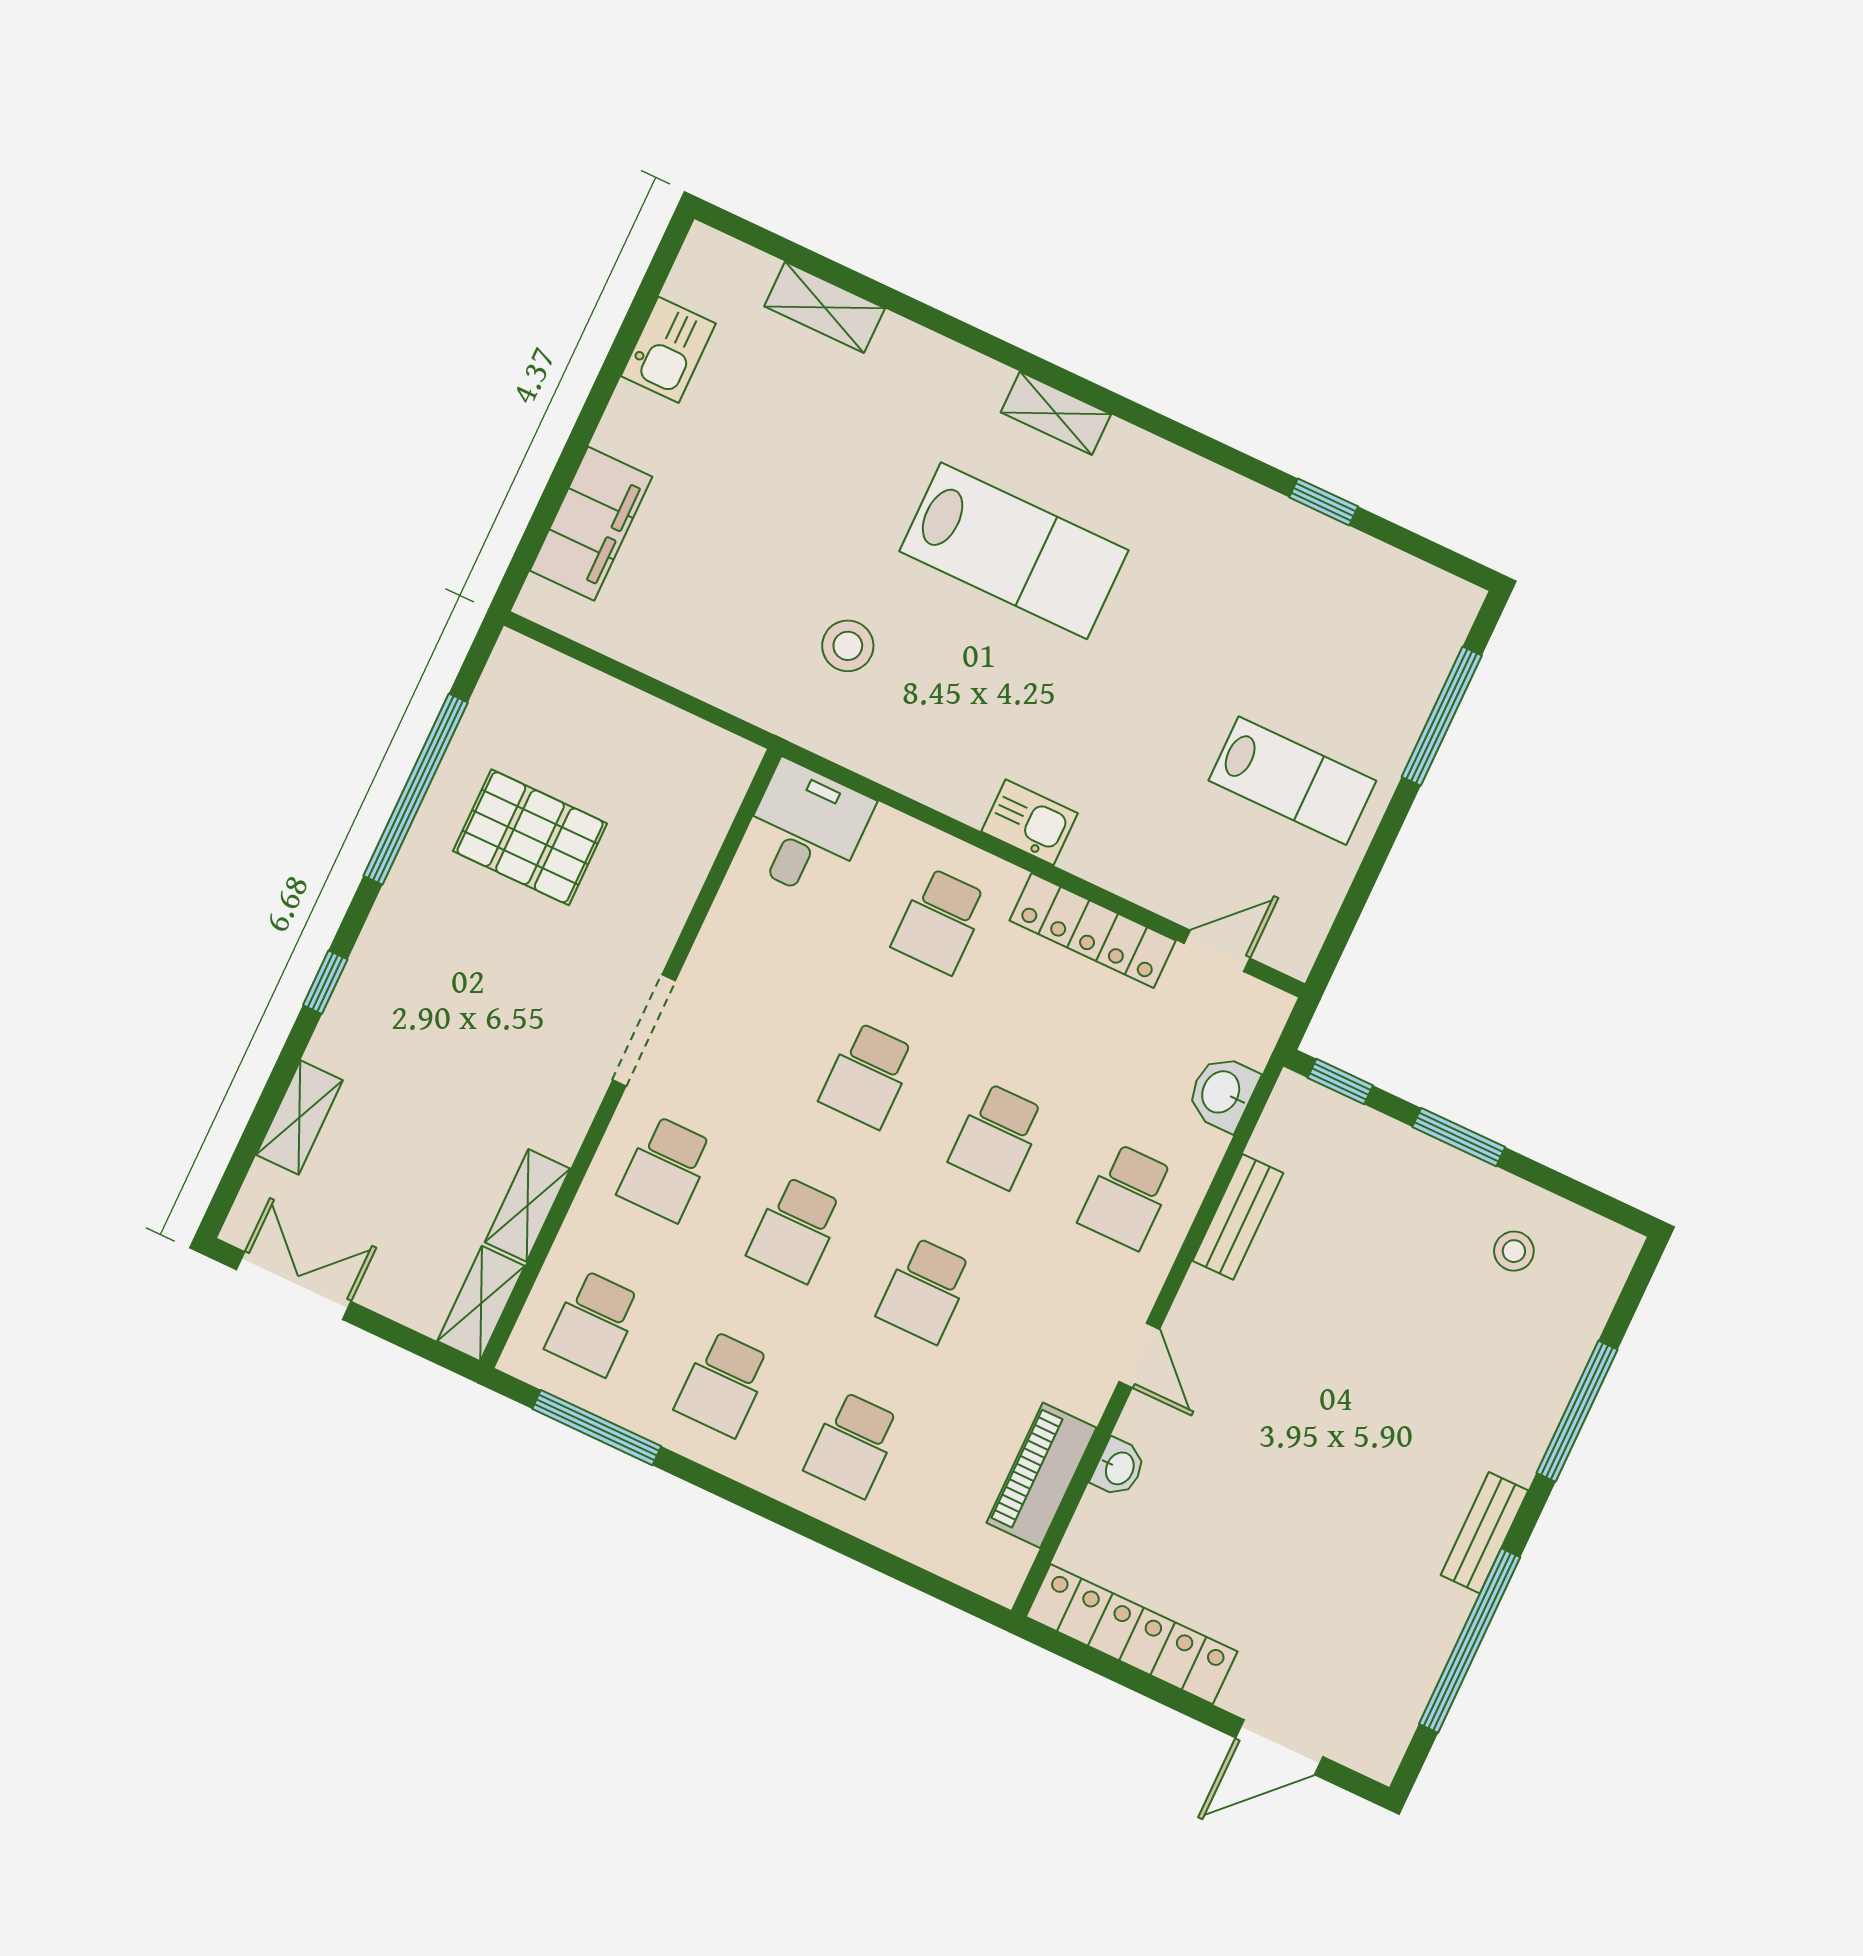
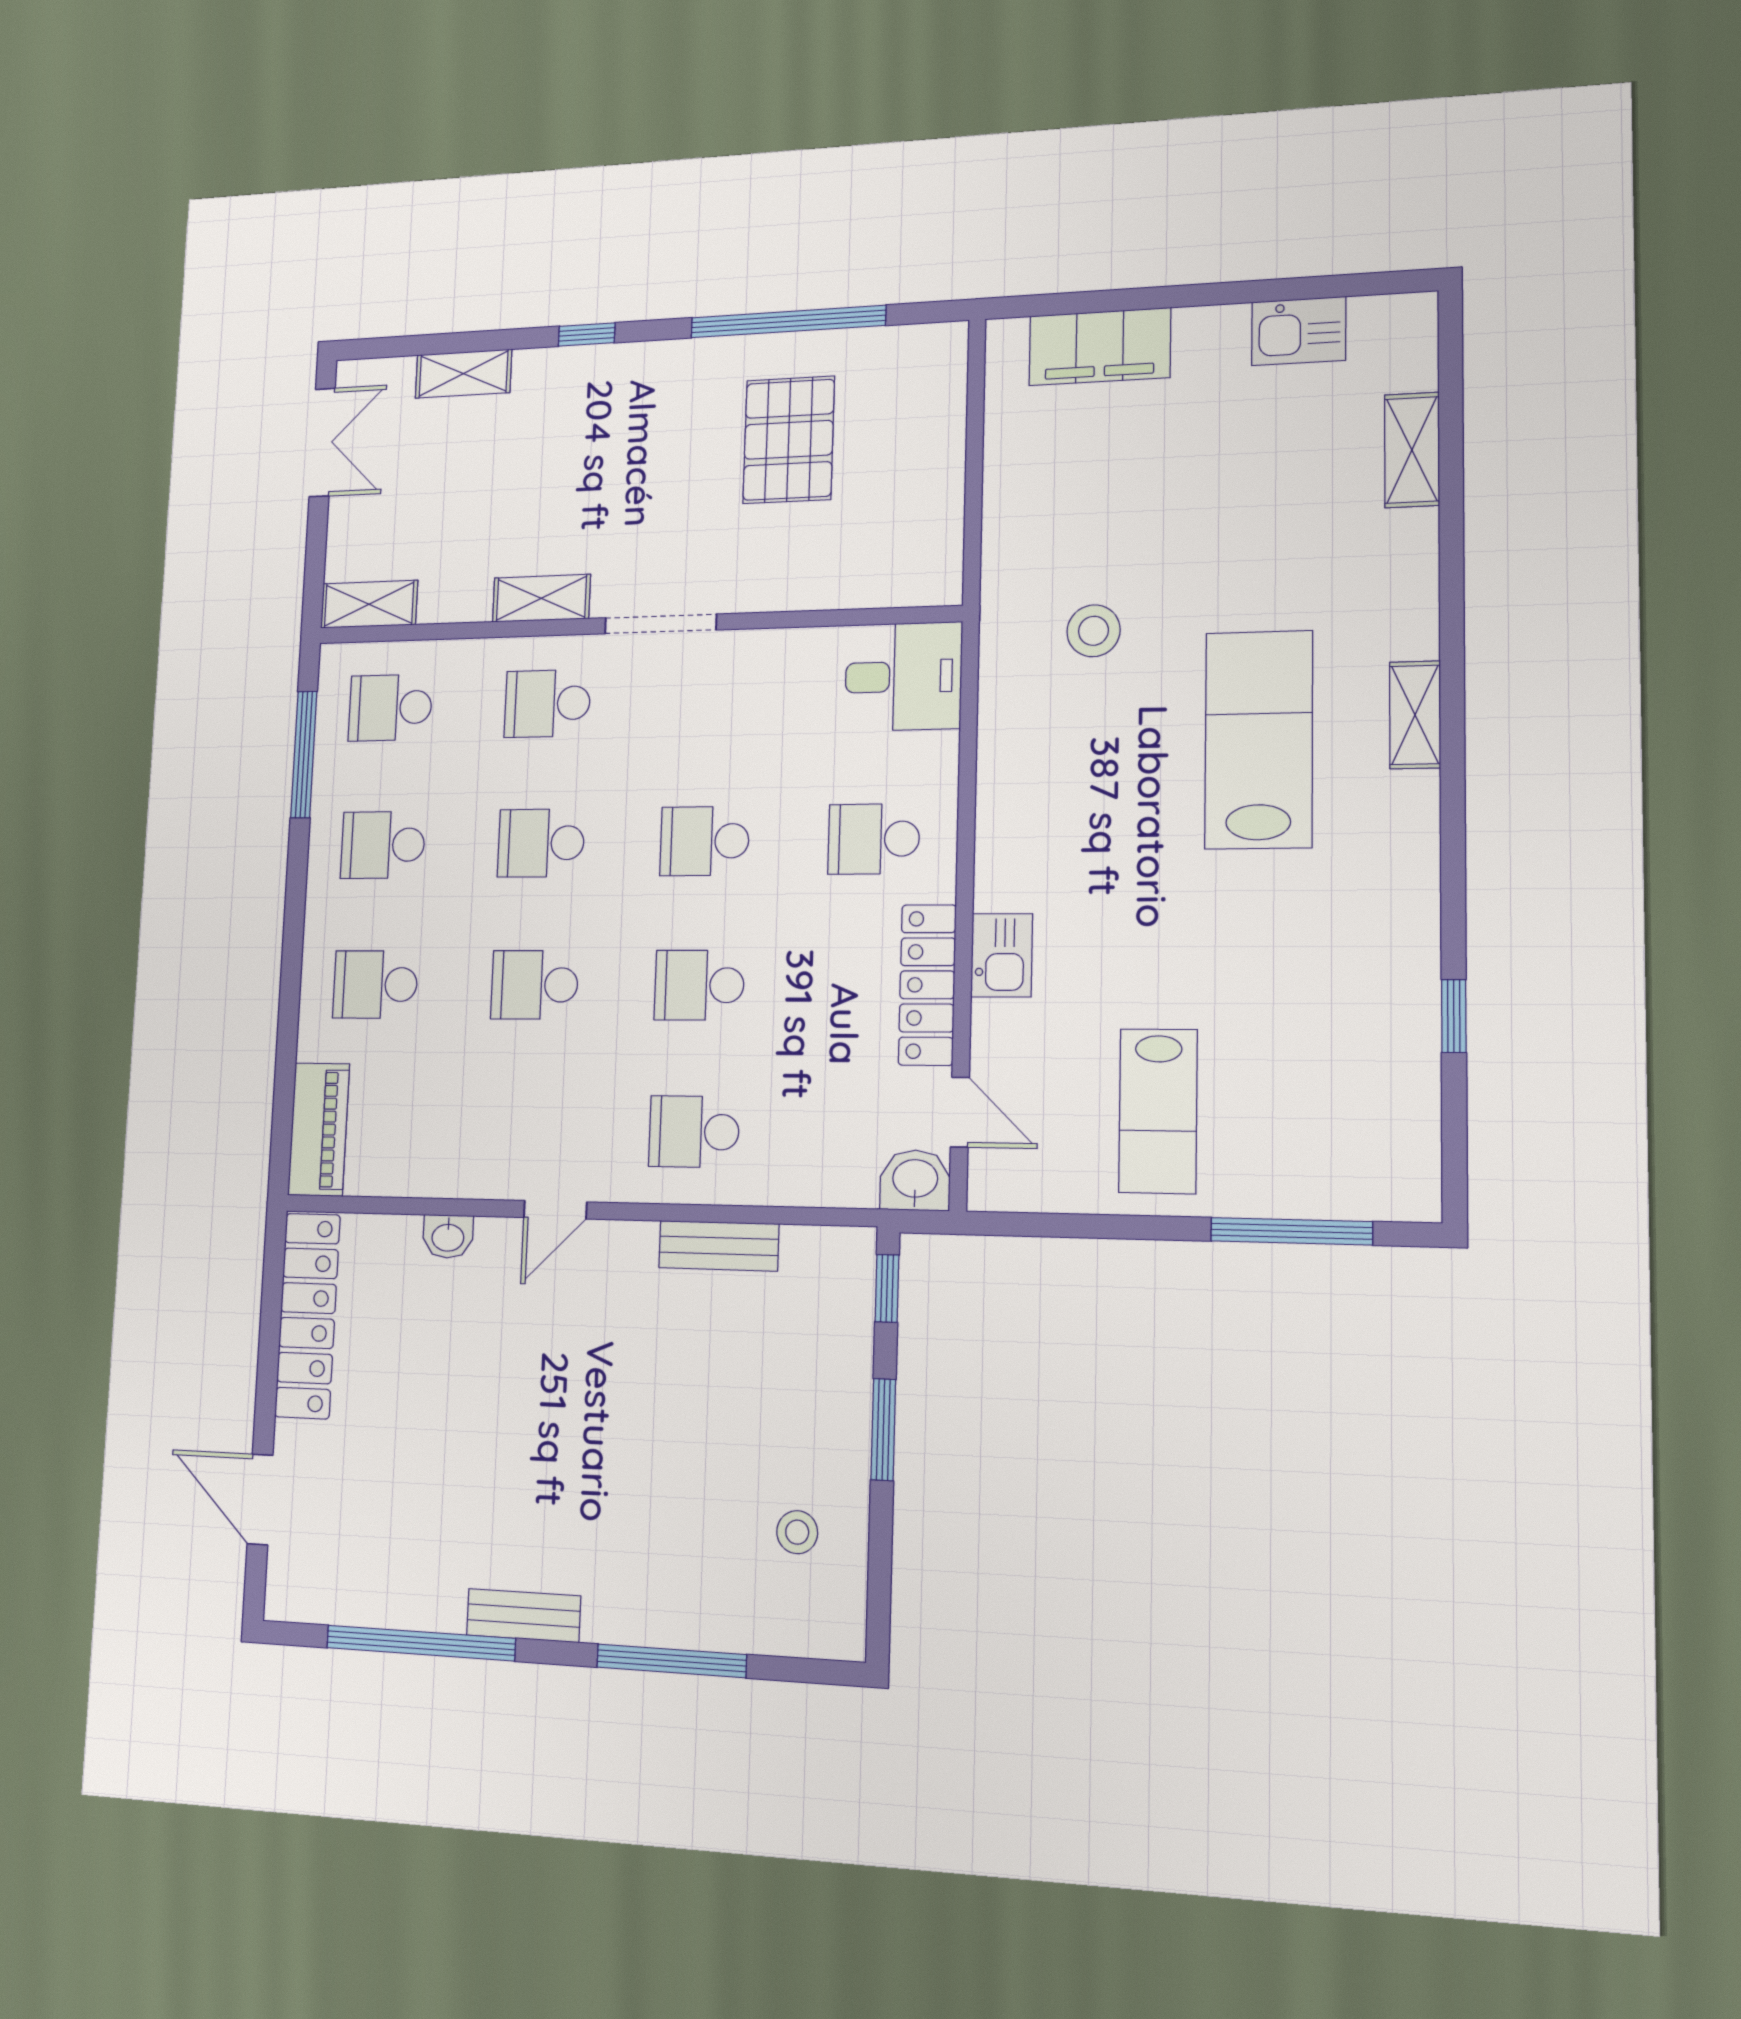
lab bench: (1014, 551) -> (1259, 740), turned 180
kitchen sink: (1030, 822) -> (1002, 955), moved
washbasin: (1222, 1093) -> (915, 1180), moved
shelving: (528, 1205) -> (541, 598), moved
piano: (1042, 1475) -> (319, 1129), moved, turned 90

